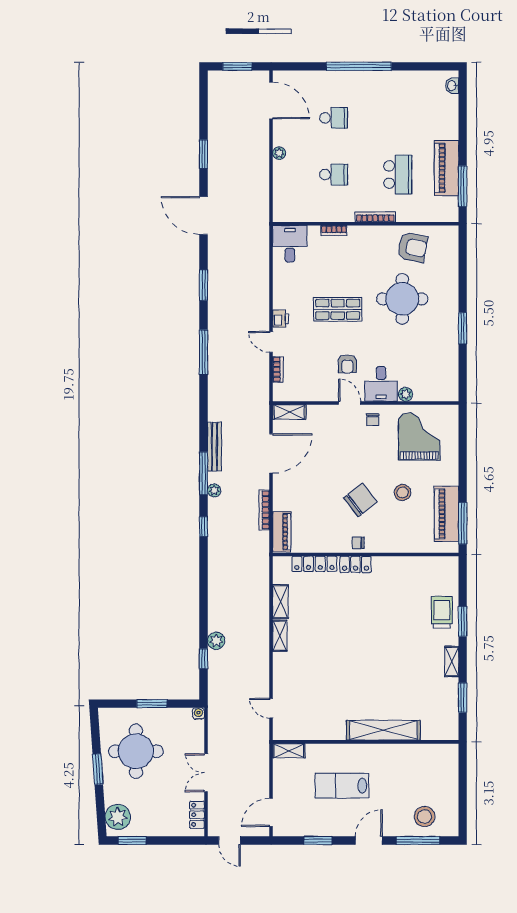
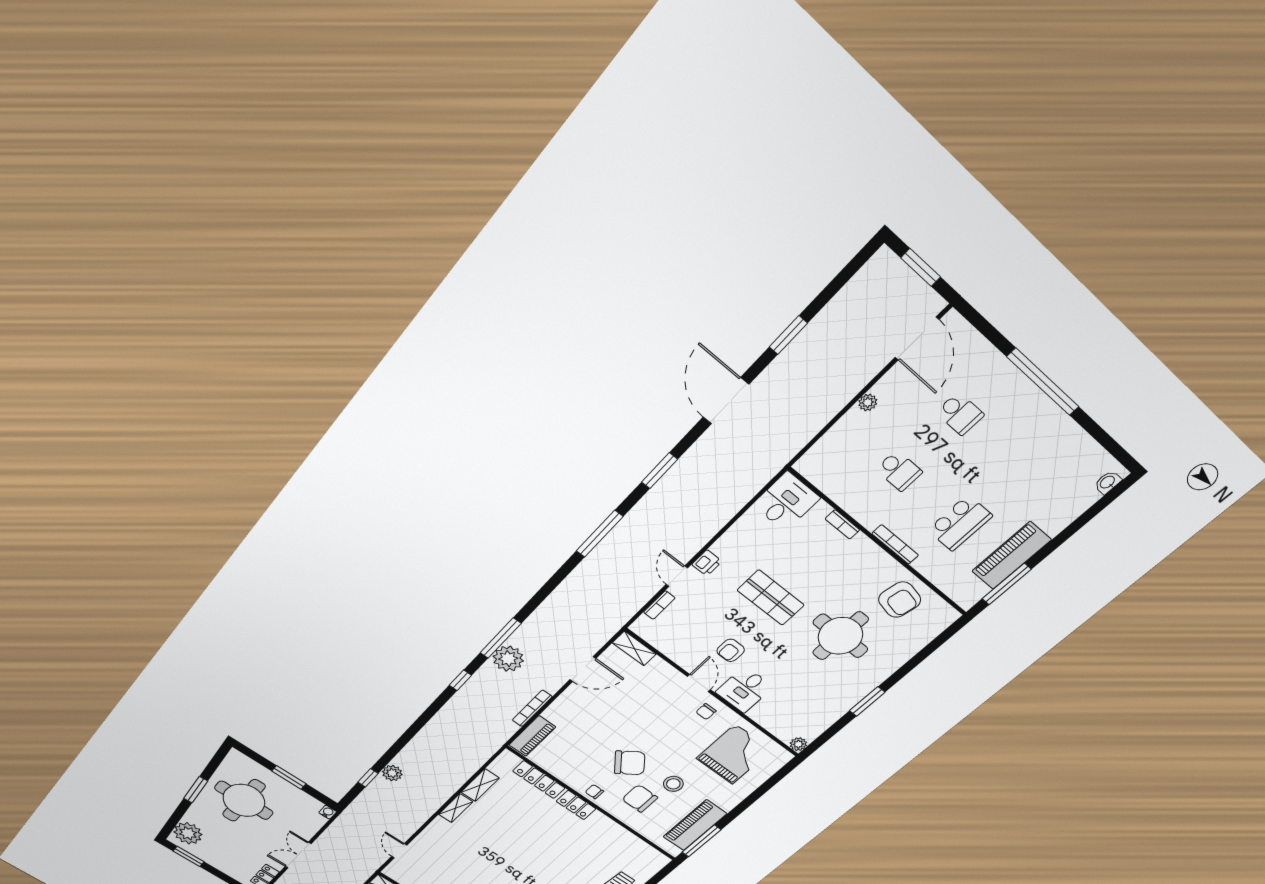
plant: (406, 394) -> (798, 744), moved
bench: (214, 447) -> (533, 624), removed
door: (271, 453) -> (583, 669), width x0.73
plant: (214, 490) -> (508, 659), width x1.88, depth x1.88
chair: (392, 523) -> (640, 798), added

